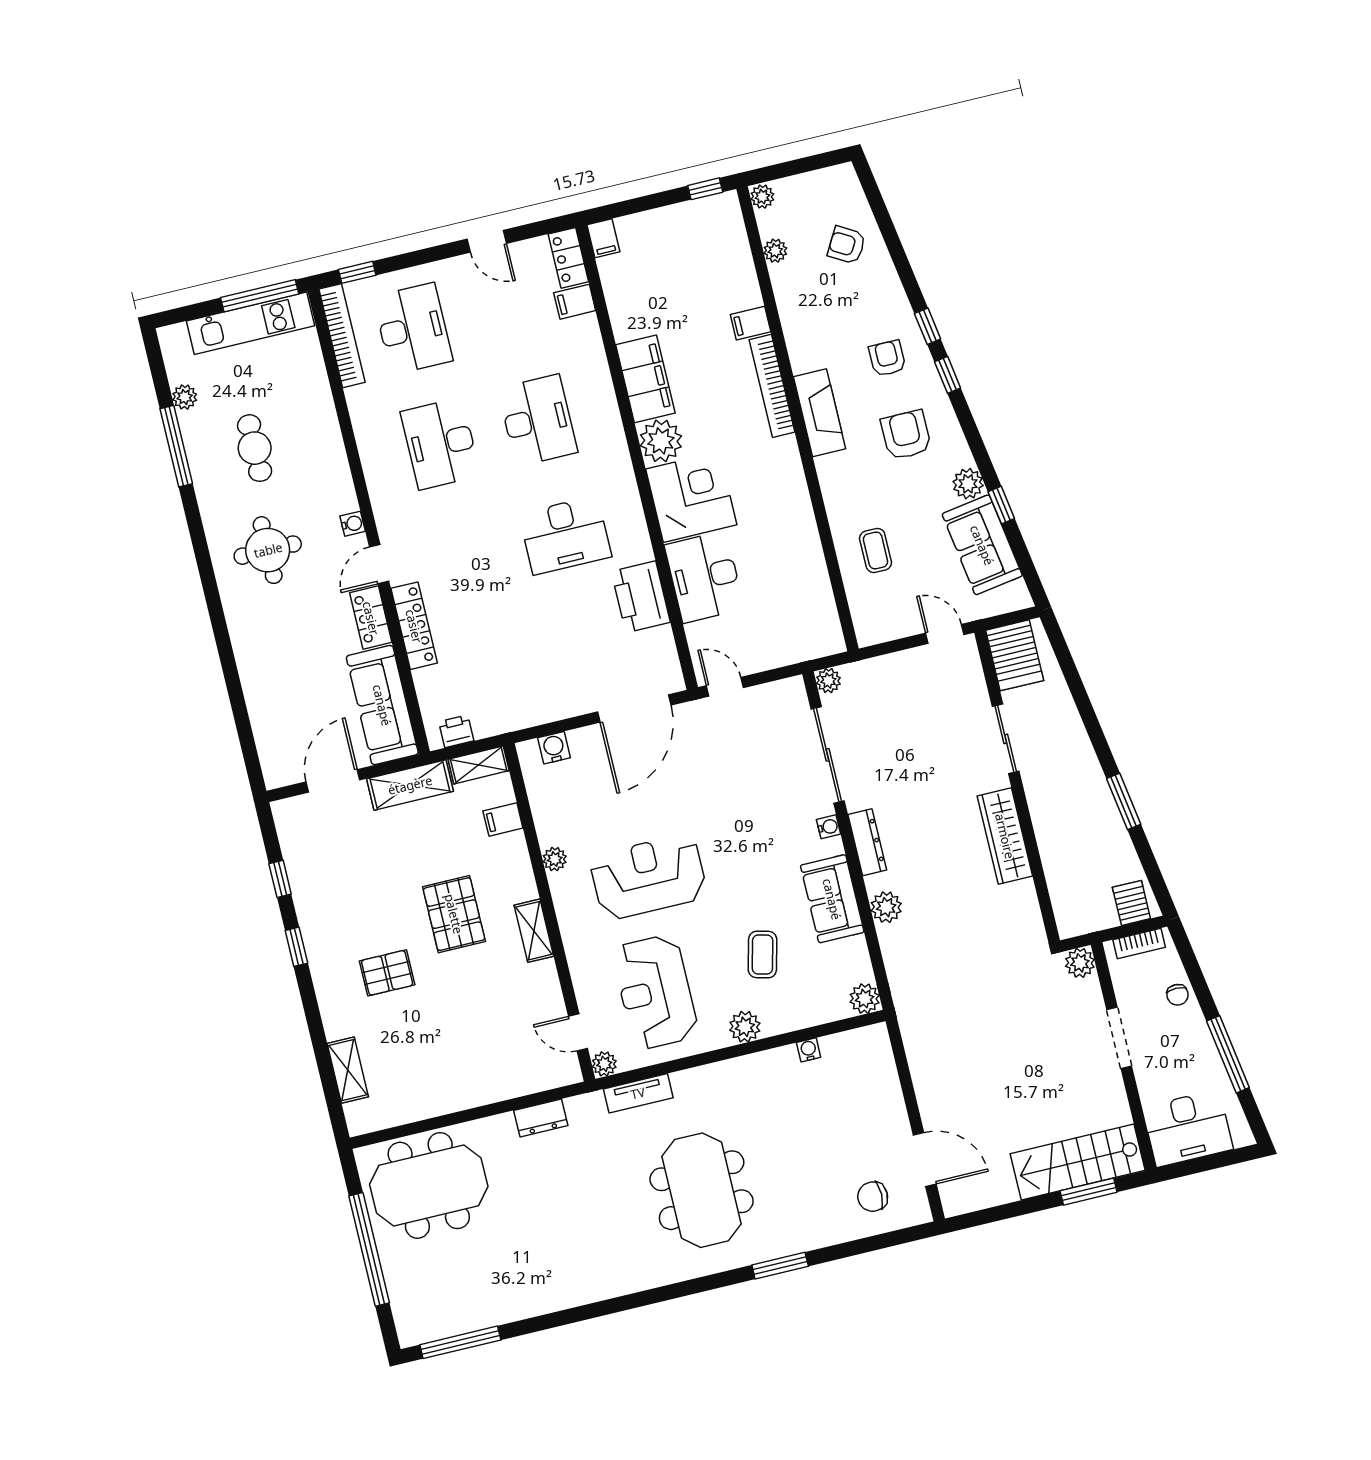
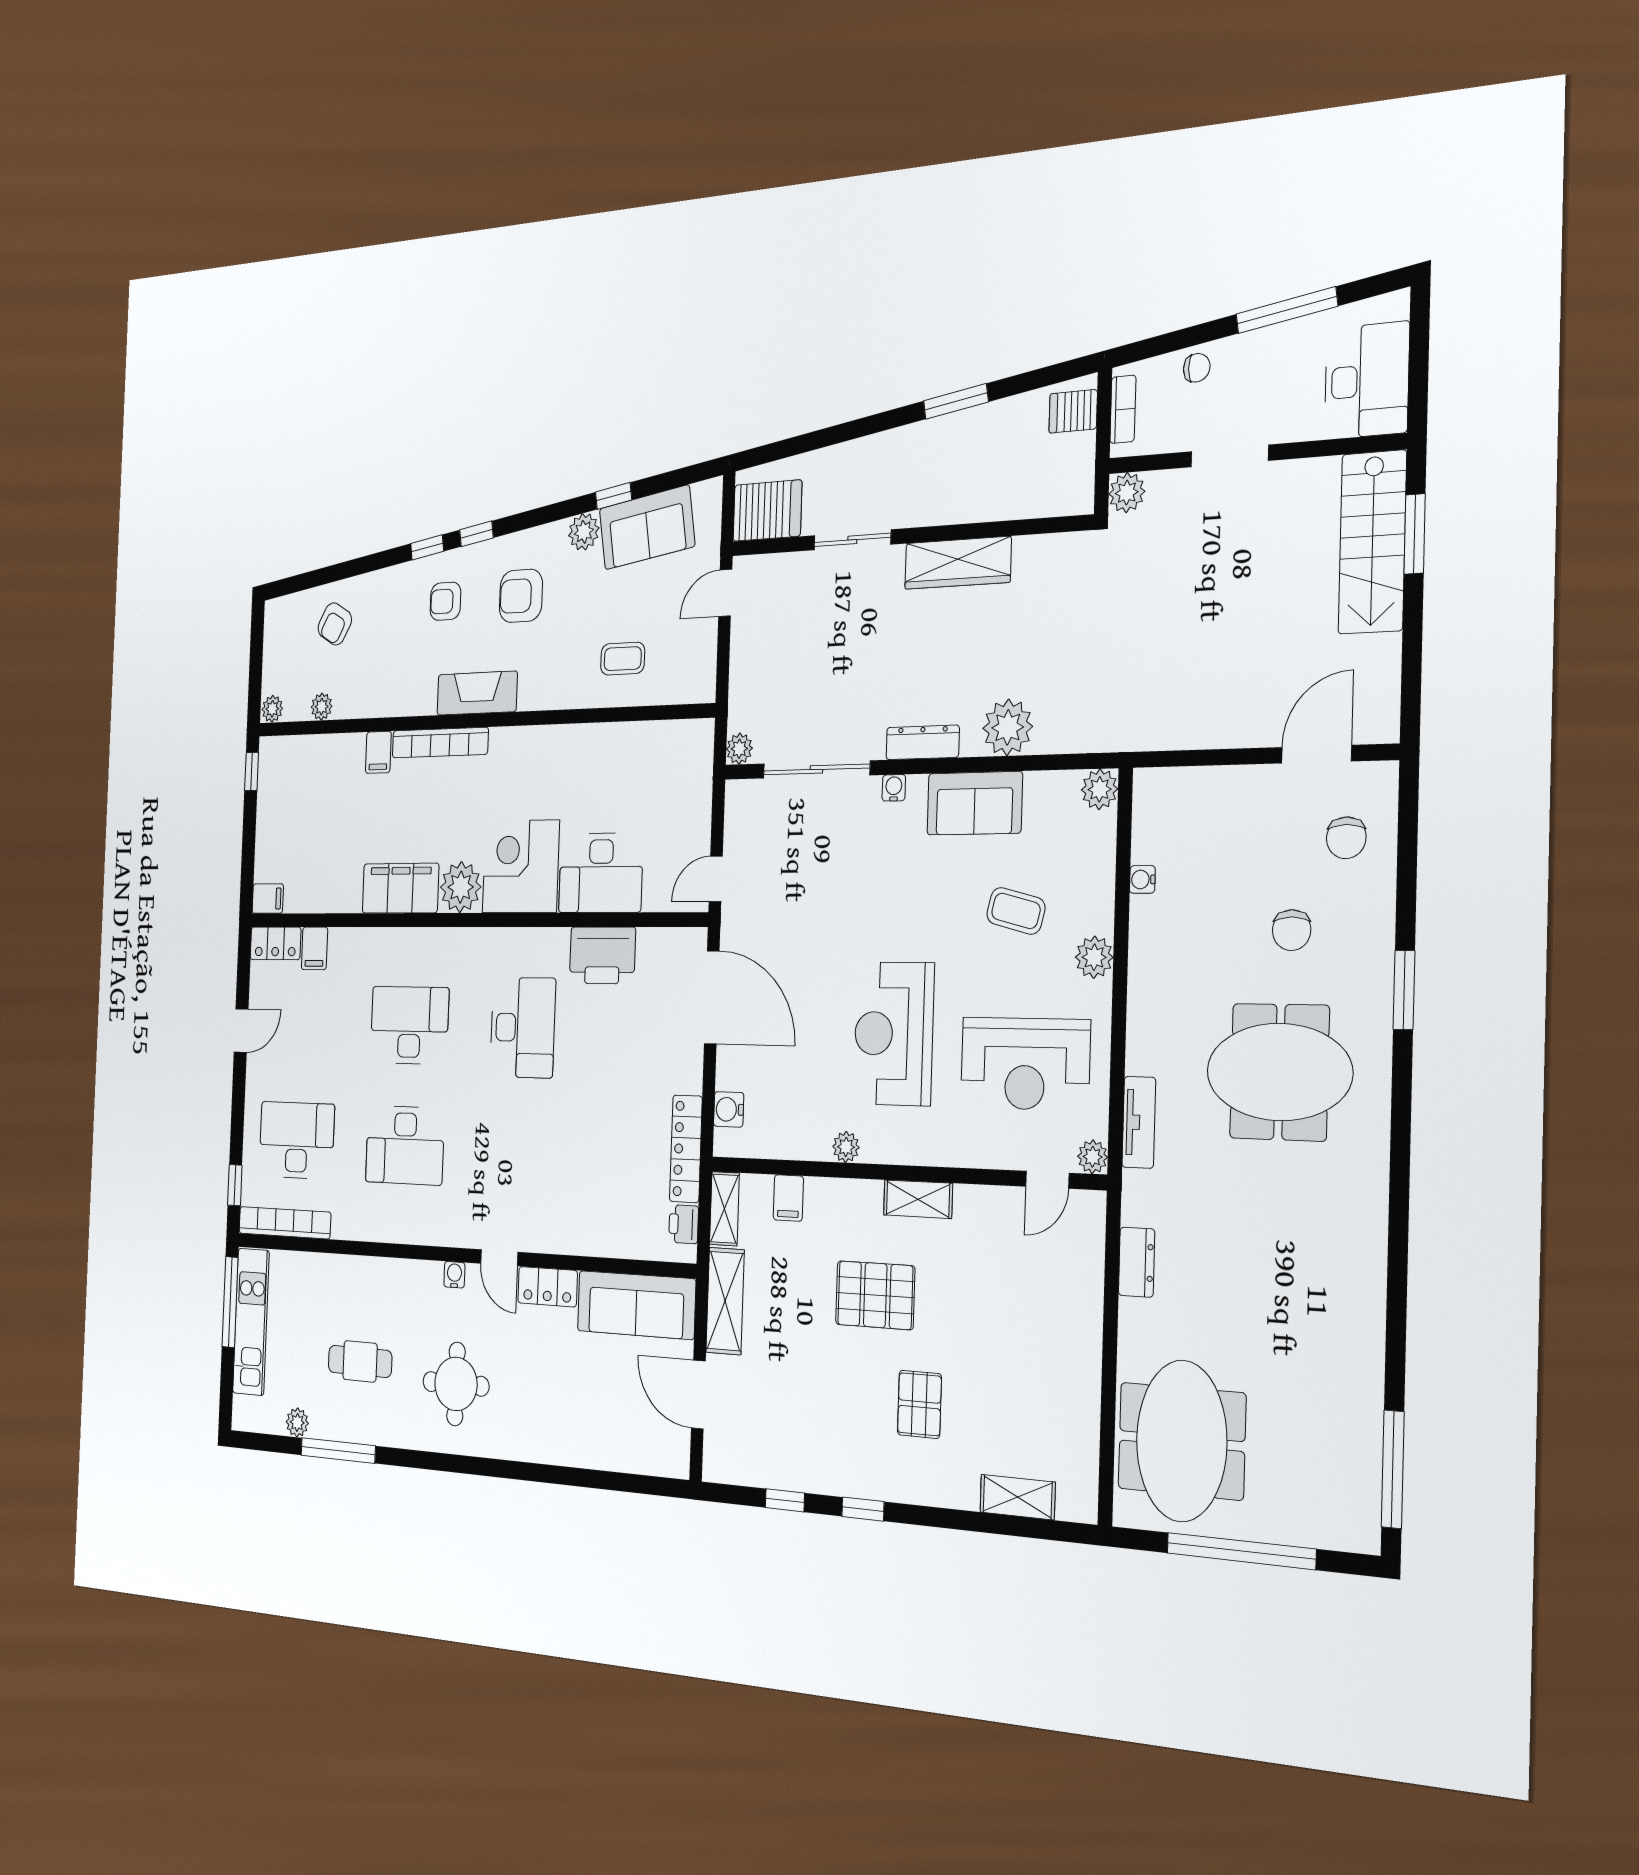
locker: (414, 626) -> (686, 1149), moved, turned -90
plant: (886, 907) -> (1008, 727), width x1.36, depth x1.36
chair: (800, 1173) -> (1292, 930), added

